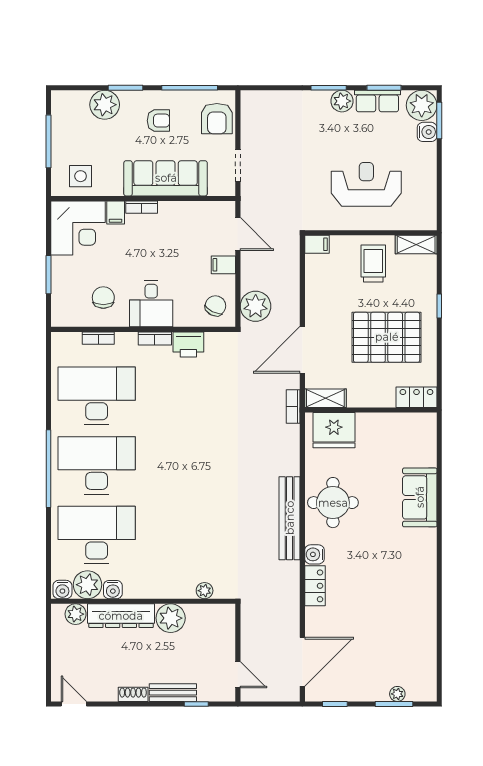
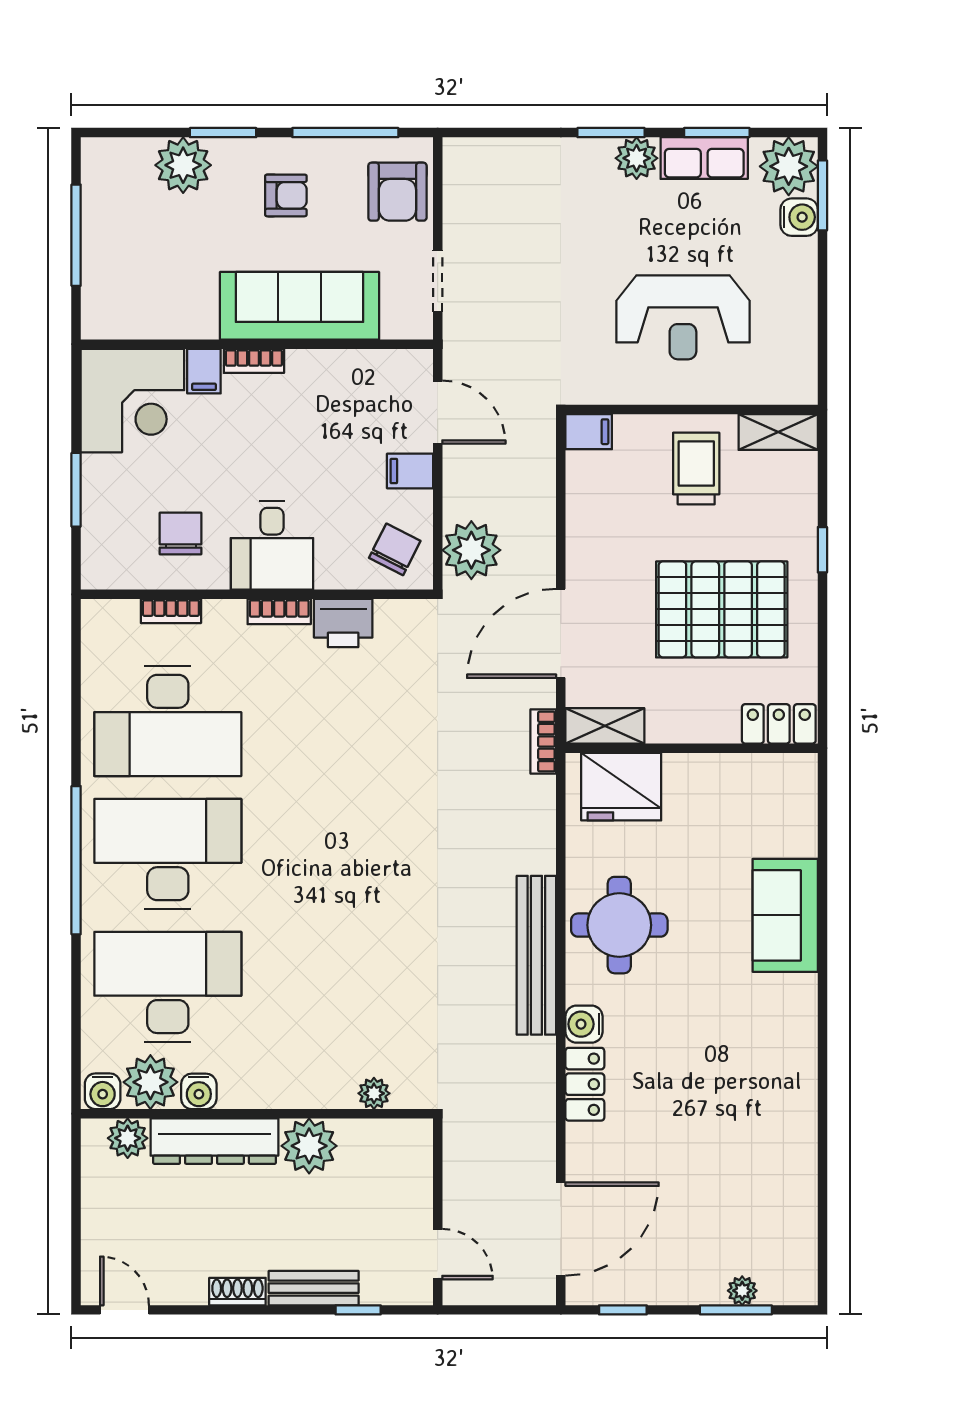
side table: (81, 176) -> (137, 302), removed
reception desk: (366, 184) -> (683, 317), turned 180
desk: (97, 396) -> (168, 721), turned 180

